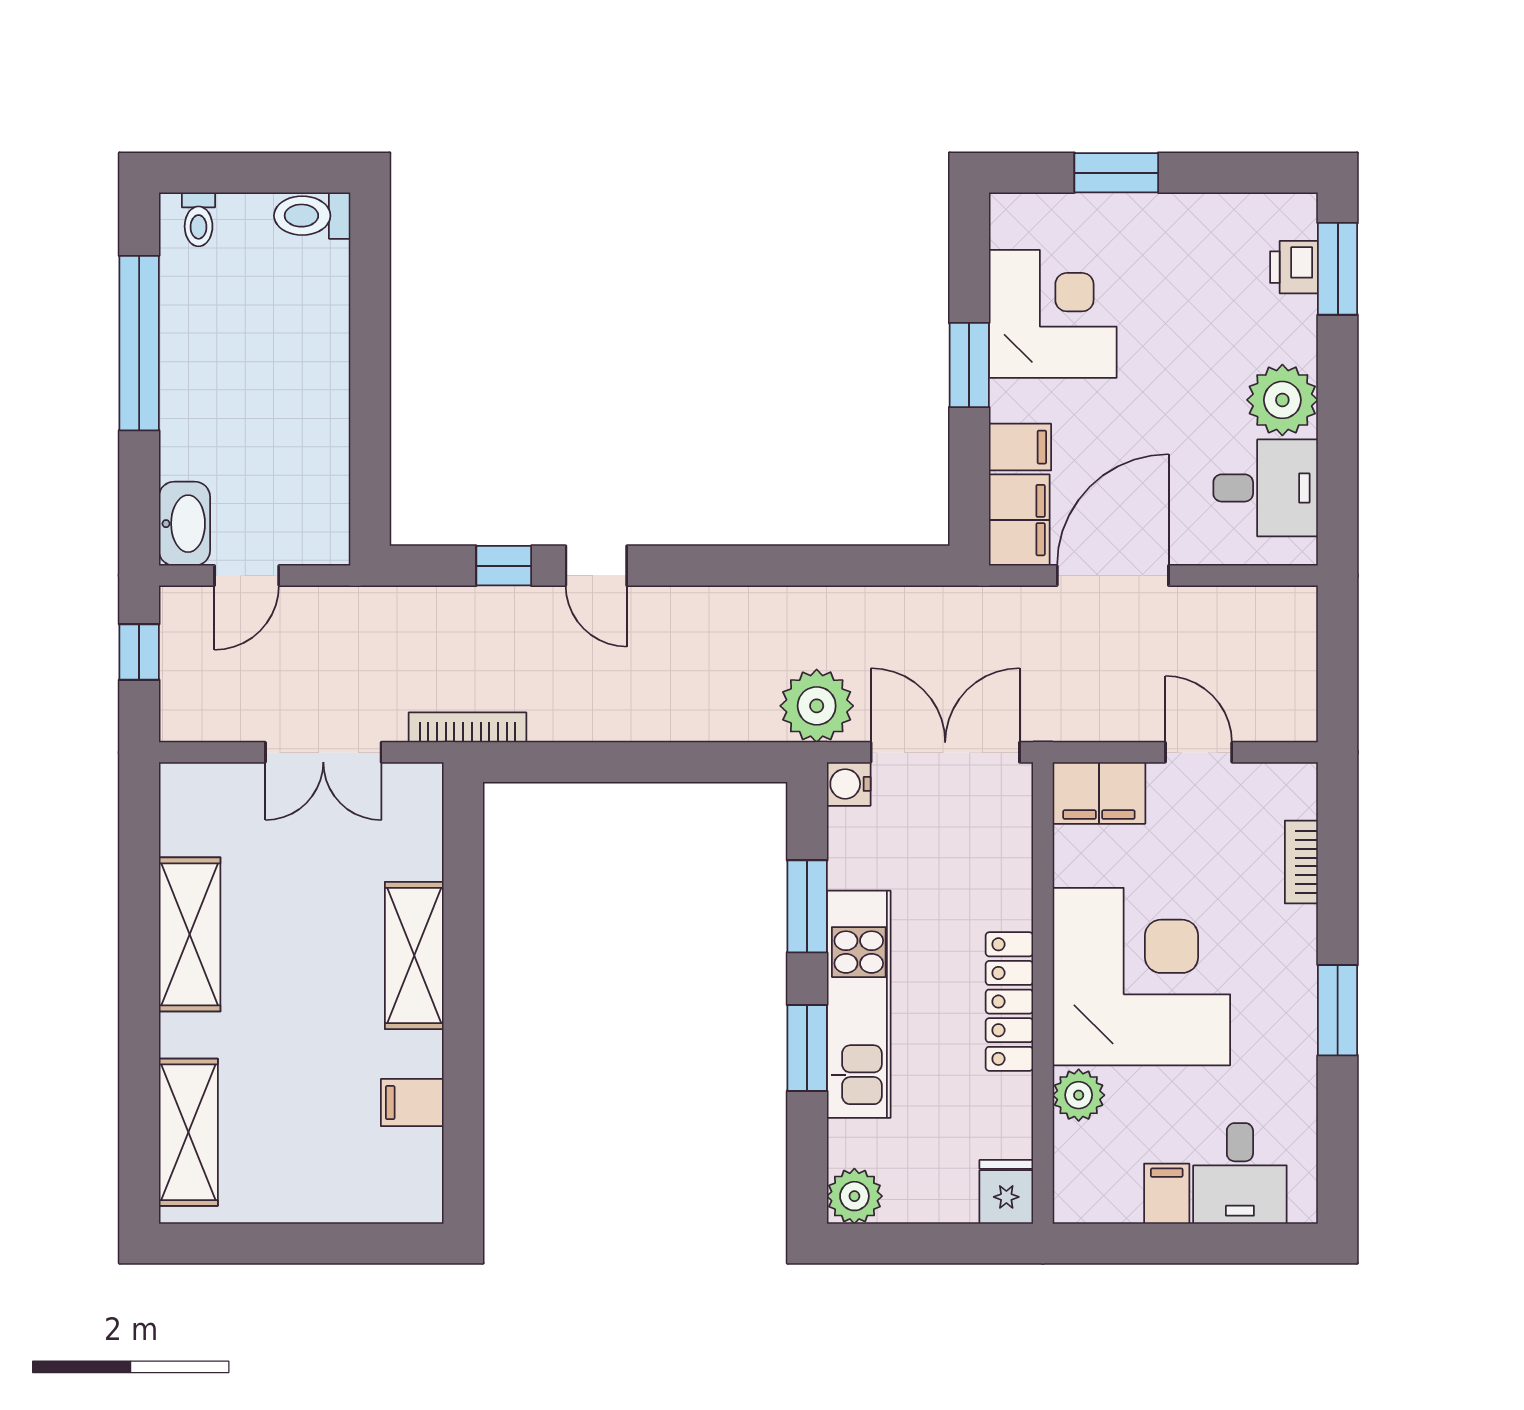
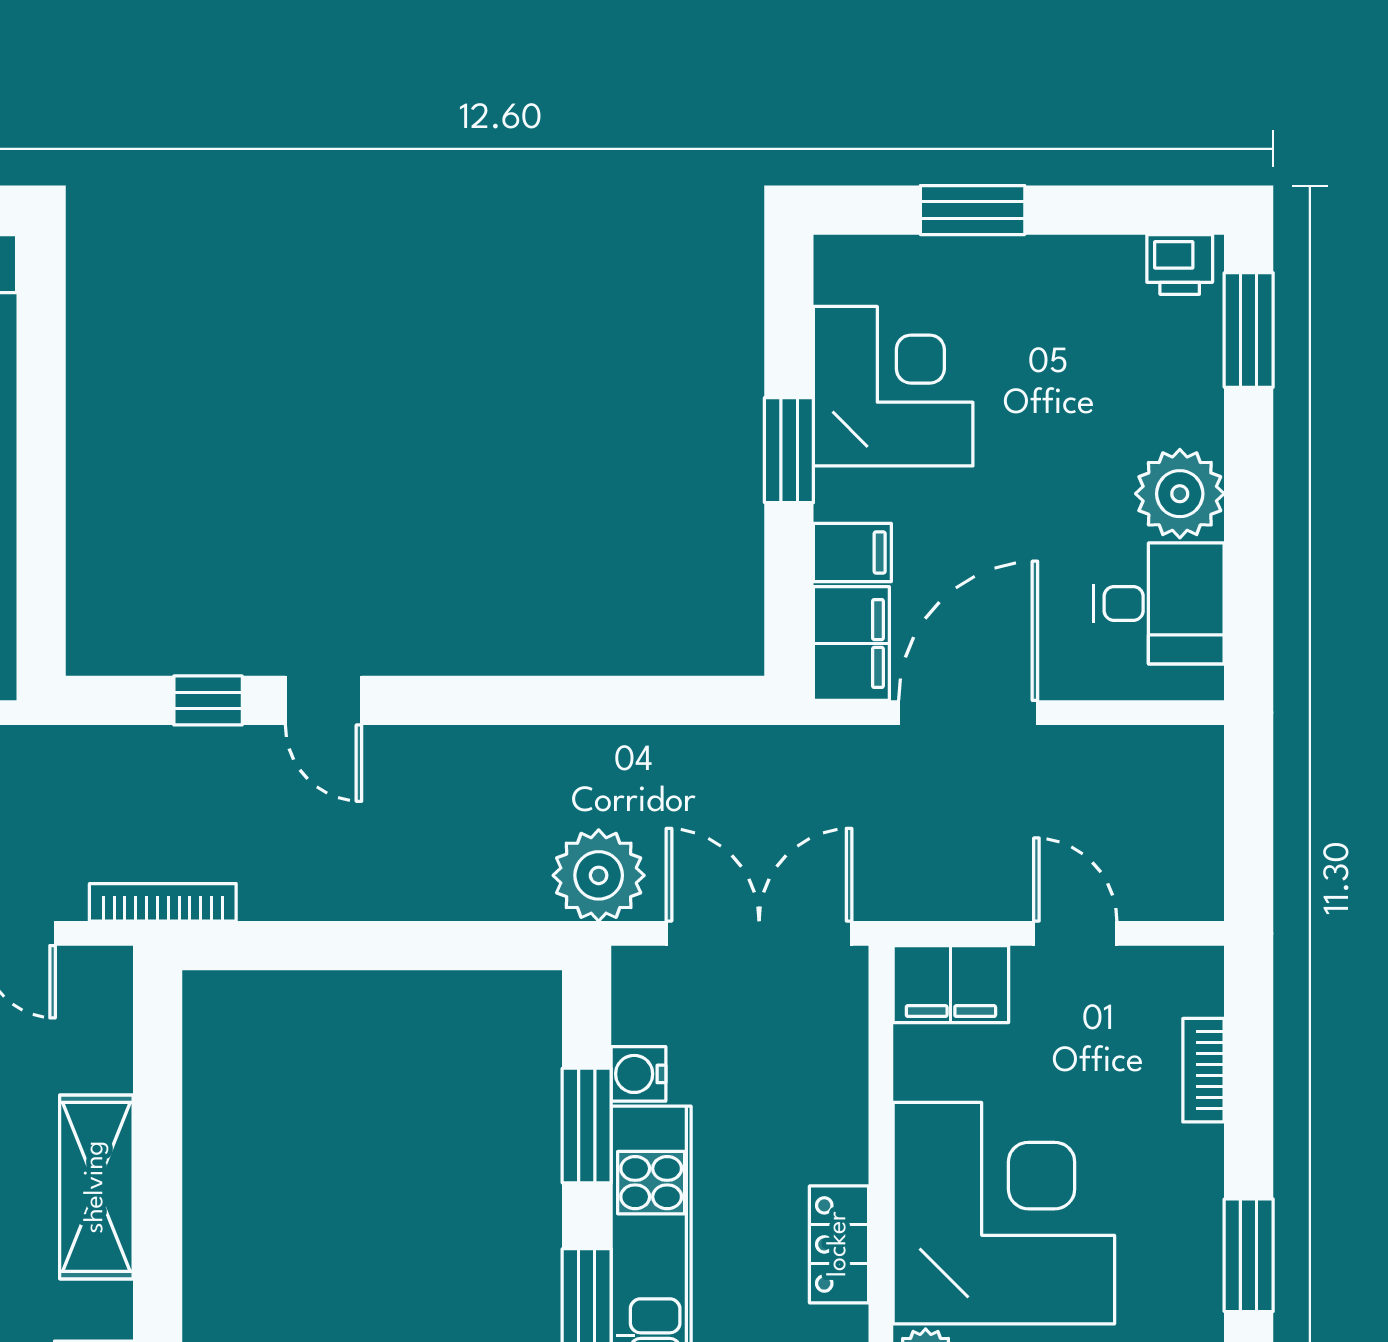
printer: (1294, 267) -> (1180, 264), moved, turned -90
water cooler: (849, 784) -> (638, 1074), moved
locker: (1009, 1002) -> (839, 1244), width x0.66

